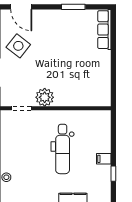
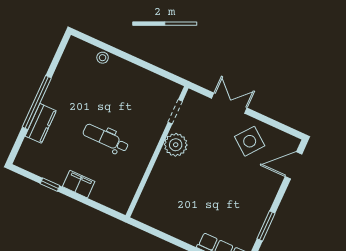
dental chair: (63, 149) -> (106, 138), width x0.73, depth x0.72
filing cabinet: (104, 159) -> (79, 184), width x2.00

